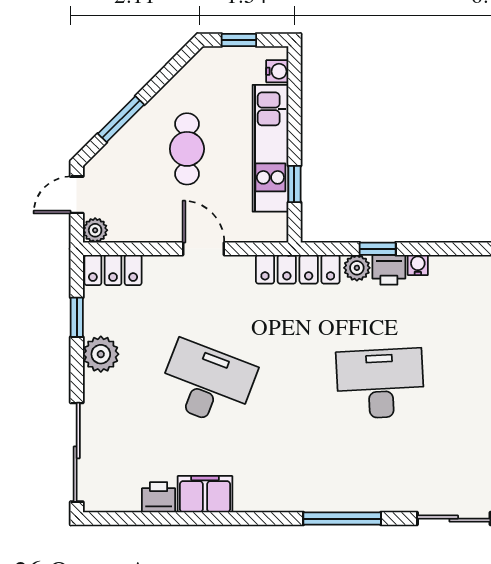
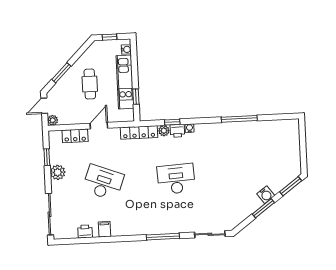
door: (203, 249) -> (99, 126), hinge flipped
locker: (113, 270) -> (75, 136), moved
filing cabinet: (205, 494) -> (105, 229), width x0.50

